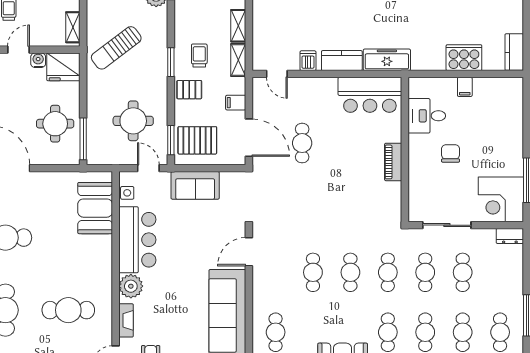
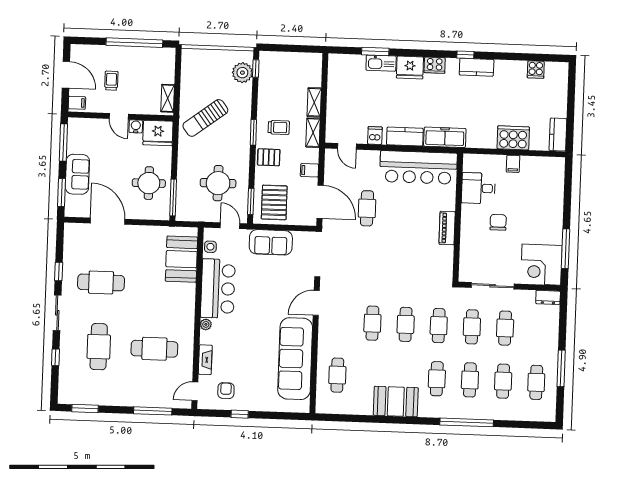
door: (18, 50) -> (119, 116), swing flipped
trolley: (199, 56) -> (279, 127), turned 90
bar counter: (370, 95) -> (418, 167), width x1.36
pallet: (197, 140) -> (274, 202), turned 90
plant: (131, 286) -> (206, 324), width x0.53, depth x0.53

